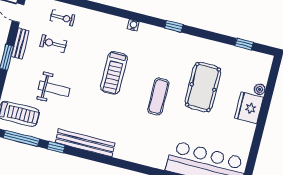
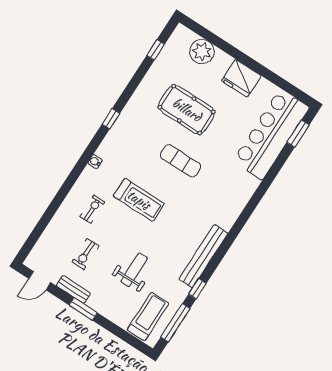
exercise bike: (63, 18) -> (92, 209), moved
plant: (260, 89) -> (202, 52), width x1.88, depth x1.88
fridge: (249, 108) -> (241, 78), moved

